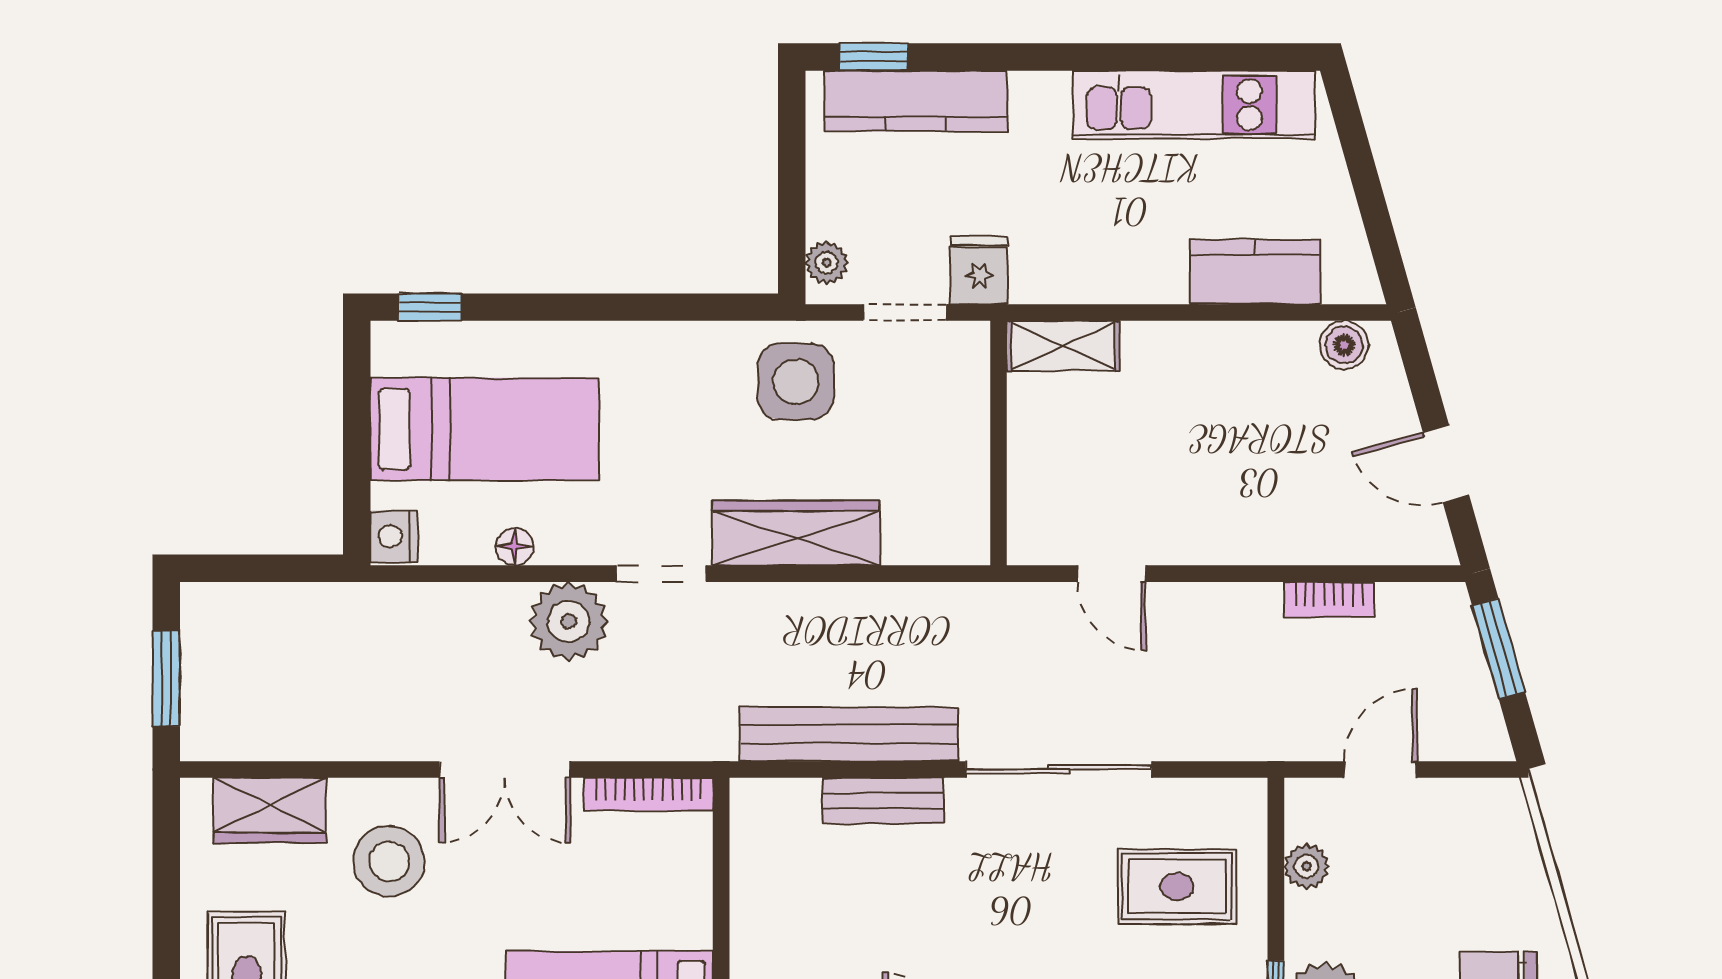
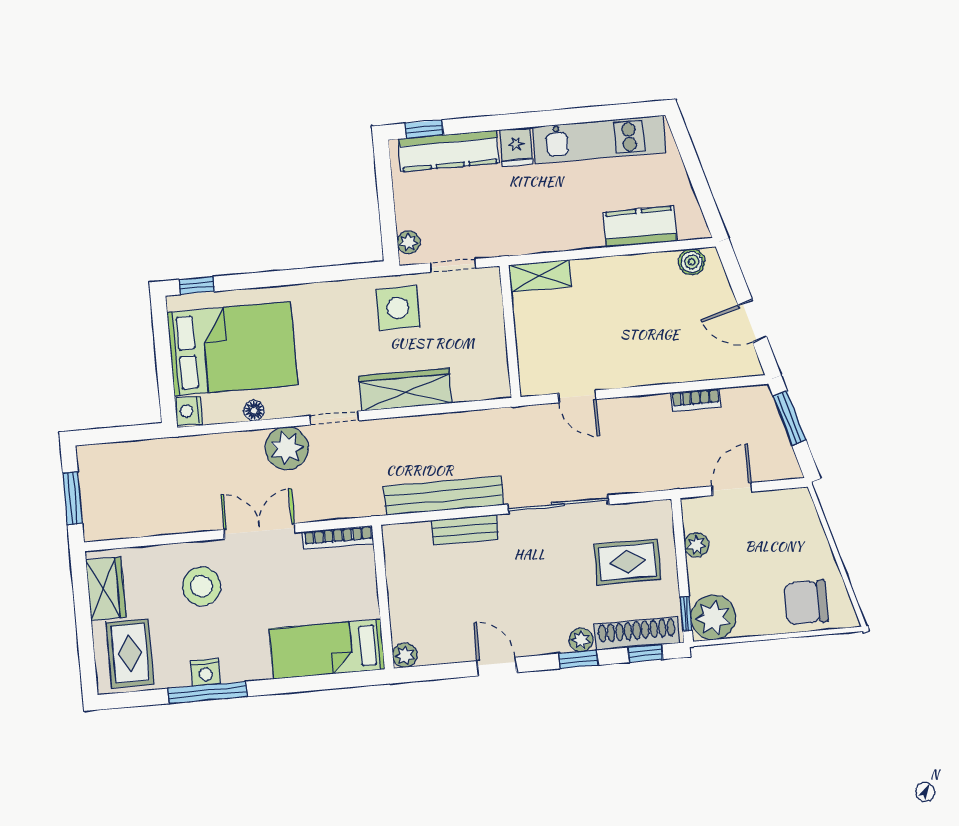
fridge: (979, 270) -> (516, 147), moved, turned 180
bed: (485, 429) -> (232, 349), width x1.50
double door: (505, 769) -> (260, 531), swing flipped
wardrobe: (270, 810) -> (106, 589), moved, turned -90

